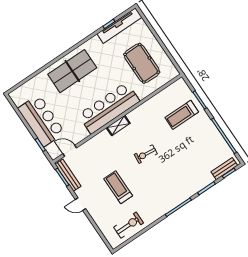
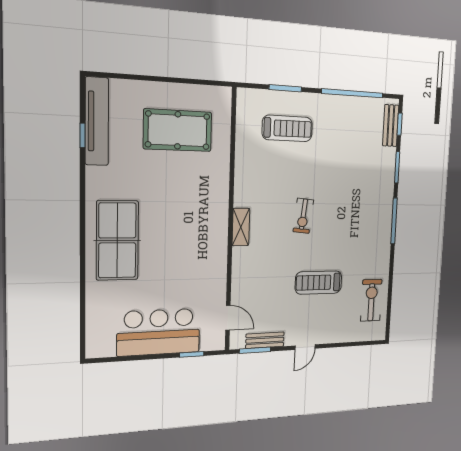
bar counter: (109, 108) -> (208, 223), removed
treadmill: (182, 115) -> (287, 128), turned -90
door: (70, 151) -> (228, 318), swing flipped
bench: (68, 175) -> (265, 340), width x0.73

